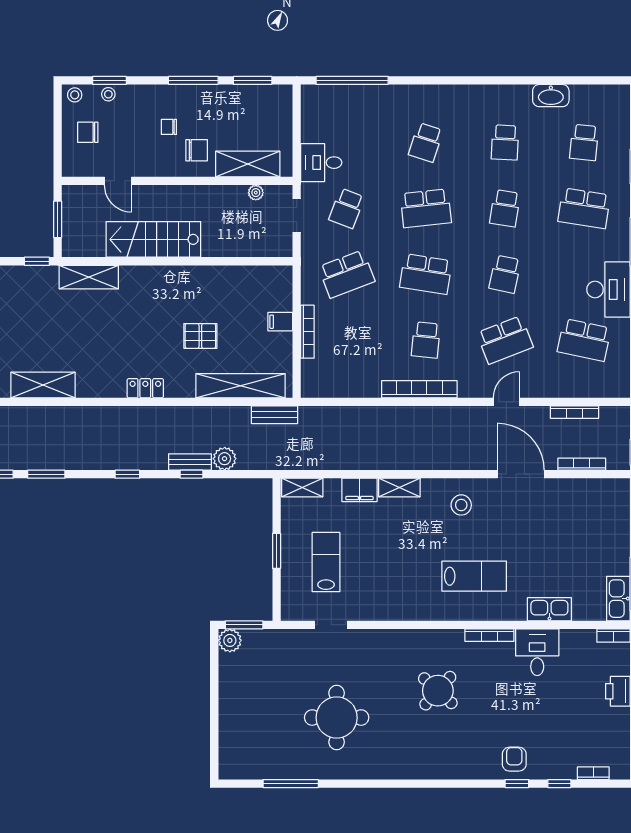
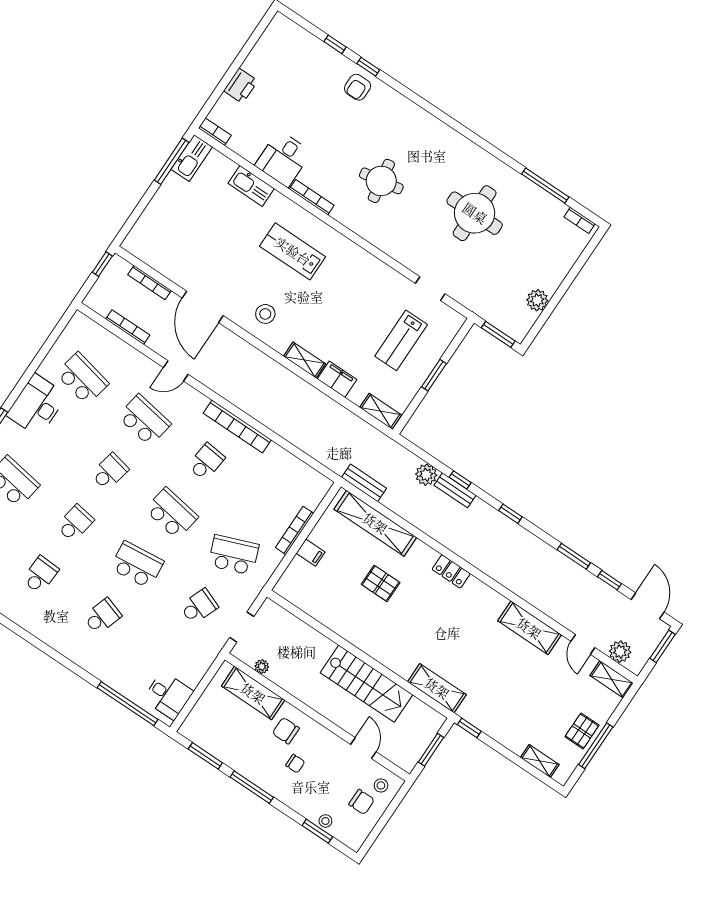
stool: (75, 95) -> (381, 785), moved
desk: (321, 163) -> (168, 695), moved
school desk: (505, 340) -> (144, 420), turned 30
plant: (230, 640) -> (537, 300), moved
round table: (438, 691) -> (381, 181), turned 38
bookcase: (593, 773) -> (580, 220), moved

